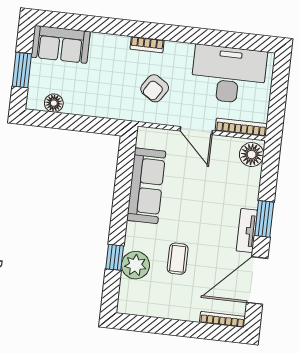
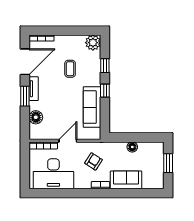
sofa: (61, 44) -> (126, 180), moved
floor lamp: (54, 103) -> (132, 147), moved
door: (196, 131) -> (68, 141), hinge flipped
floor lamp: (252, 155) -> (36, 117), moved
window: (120, 213) -> (105, 91), added
plant: (135, 265) -> (93, 43), moved

